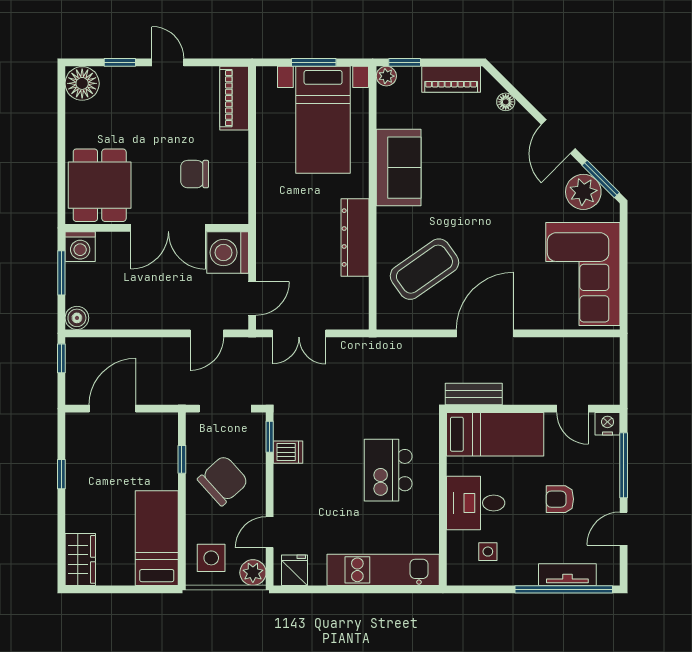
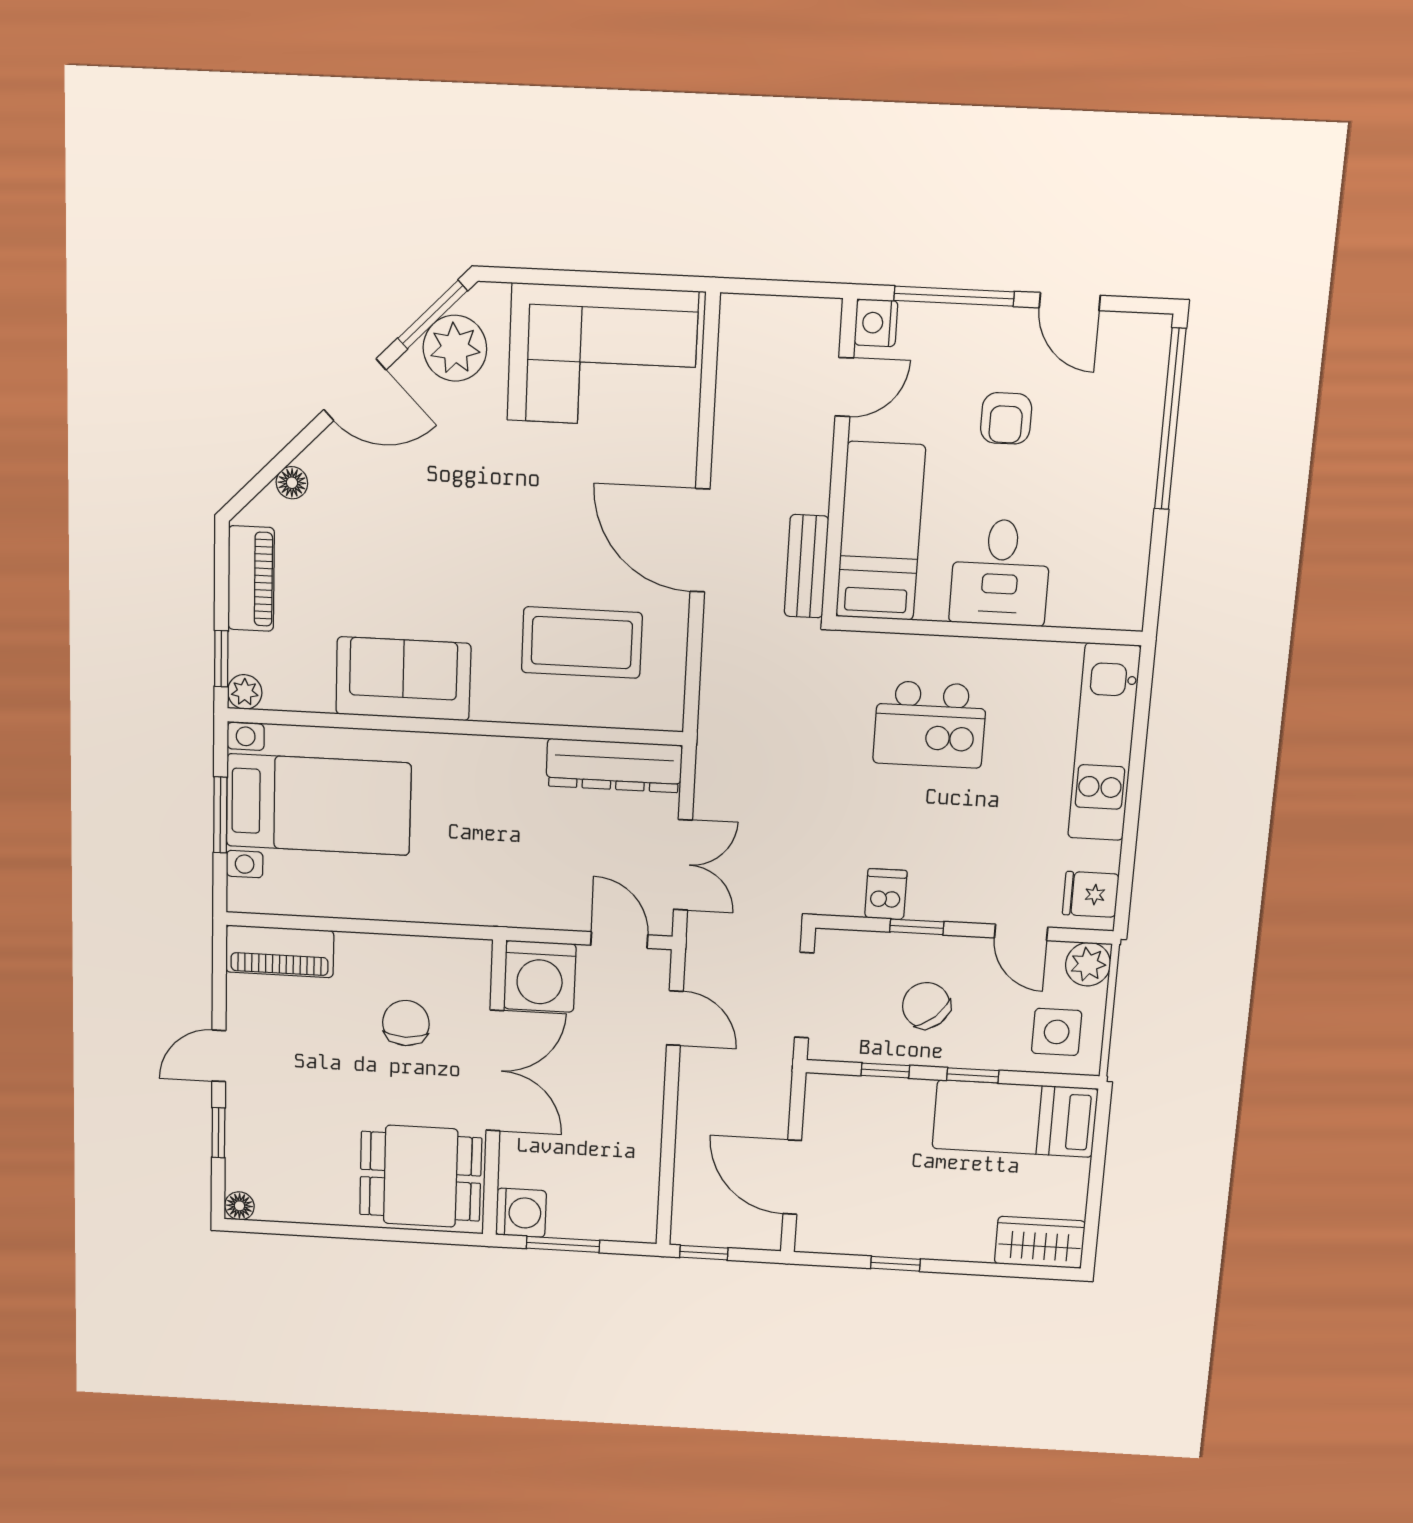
floor lamp: (82, 83) -> (239, 1206), width x0.53, depth x0.53
chair: (195, 174) -> (406, 1023), turned 180
dresser: (355, 238) -> (614, 766), moved
coffee table: (424, 269) -> (582, 643), turned -55
boiler: (77, 318) -> (638, 1225), removed
window: (270, 437) -> (917, 927), moved
chair: (223, 480) -> (926, 1005), width x0.73, depth x0.73
window: (182, 511) -> (973, 1075), added
side table: (488, 552) -> (1089, 555), removed
tv unit: (567, 575) -> (1144, 411), removed

